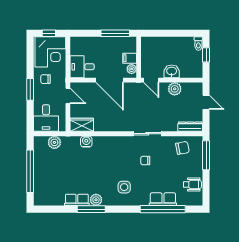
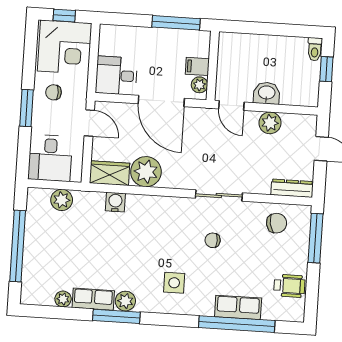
plant: (103, 122) -> (146, 172), added
plant: (59, 201) -> (63, 299), added

